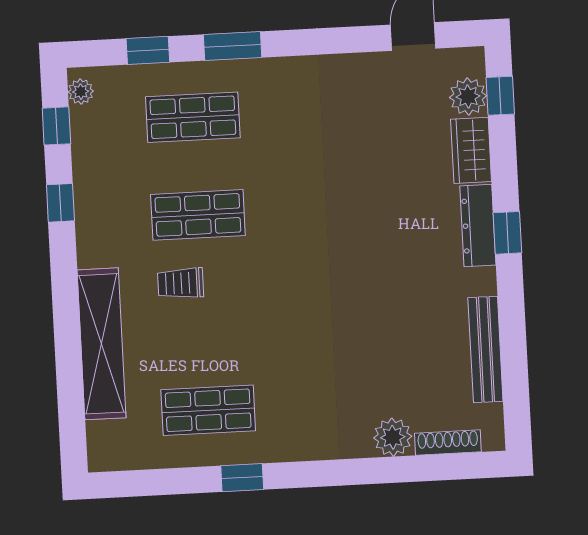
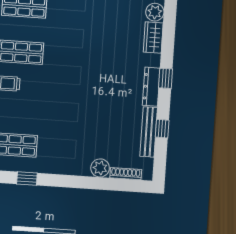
window: (500, 96) -> (162, 129), moved
dresser: (478, 225) -> (151, 87), moved

